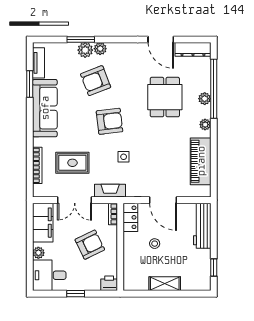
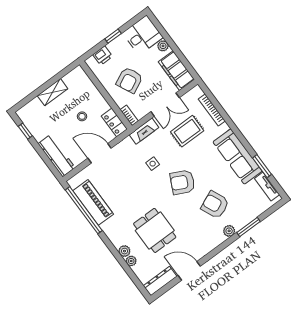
plant: (85, 50) -> (239, 222), removed
armchair: (96, 81) -> (215, 205), turned -93
window: (214, 89) -> (84, 210), moved
armchair: (109, 121) -> (182, 182), turned 33
plant: (205, 125) -> (131, 261), moved
double door: (75, 200) -> (165, 105), swing flipped
printer: (109, 283) -> (103, 56), moved

